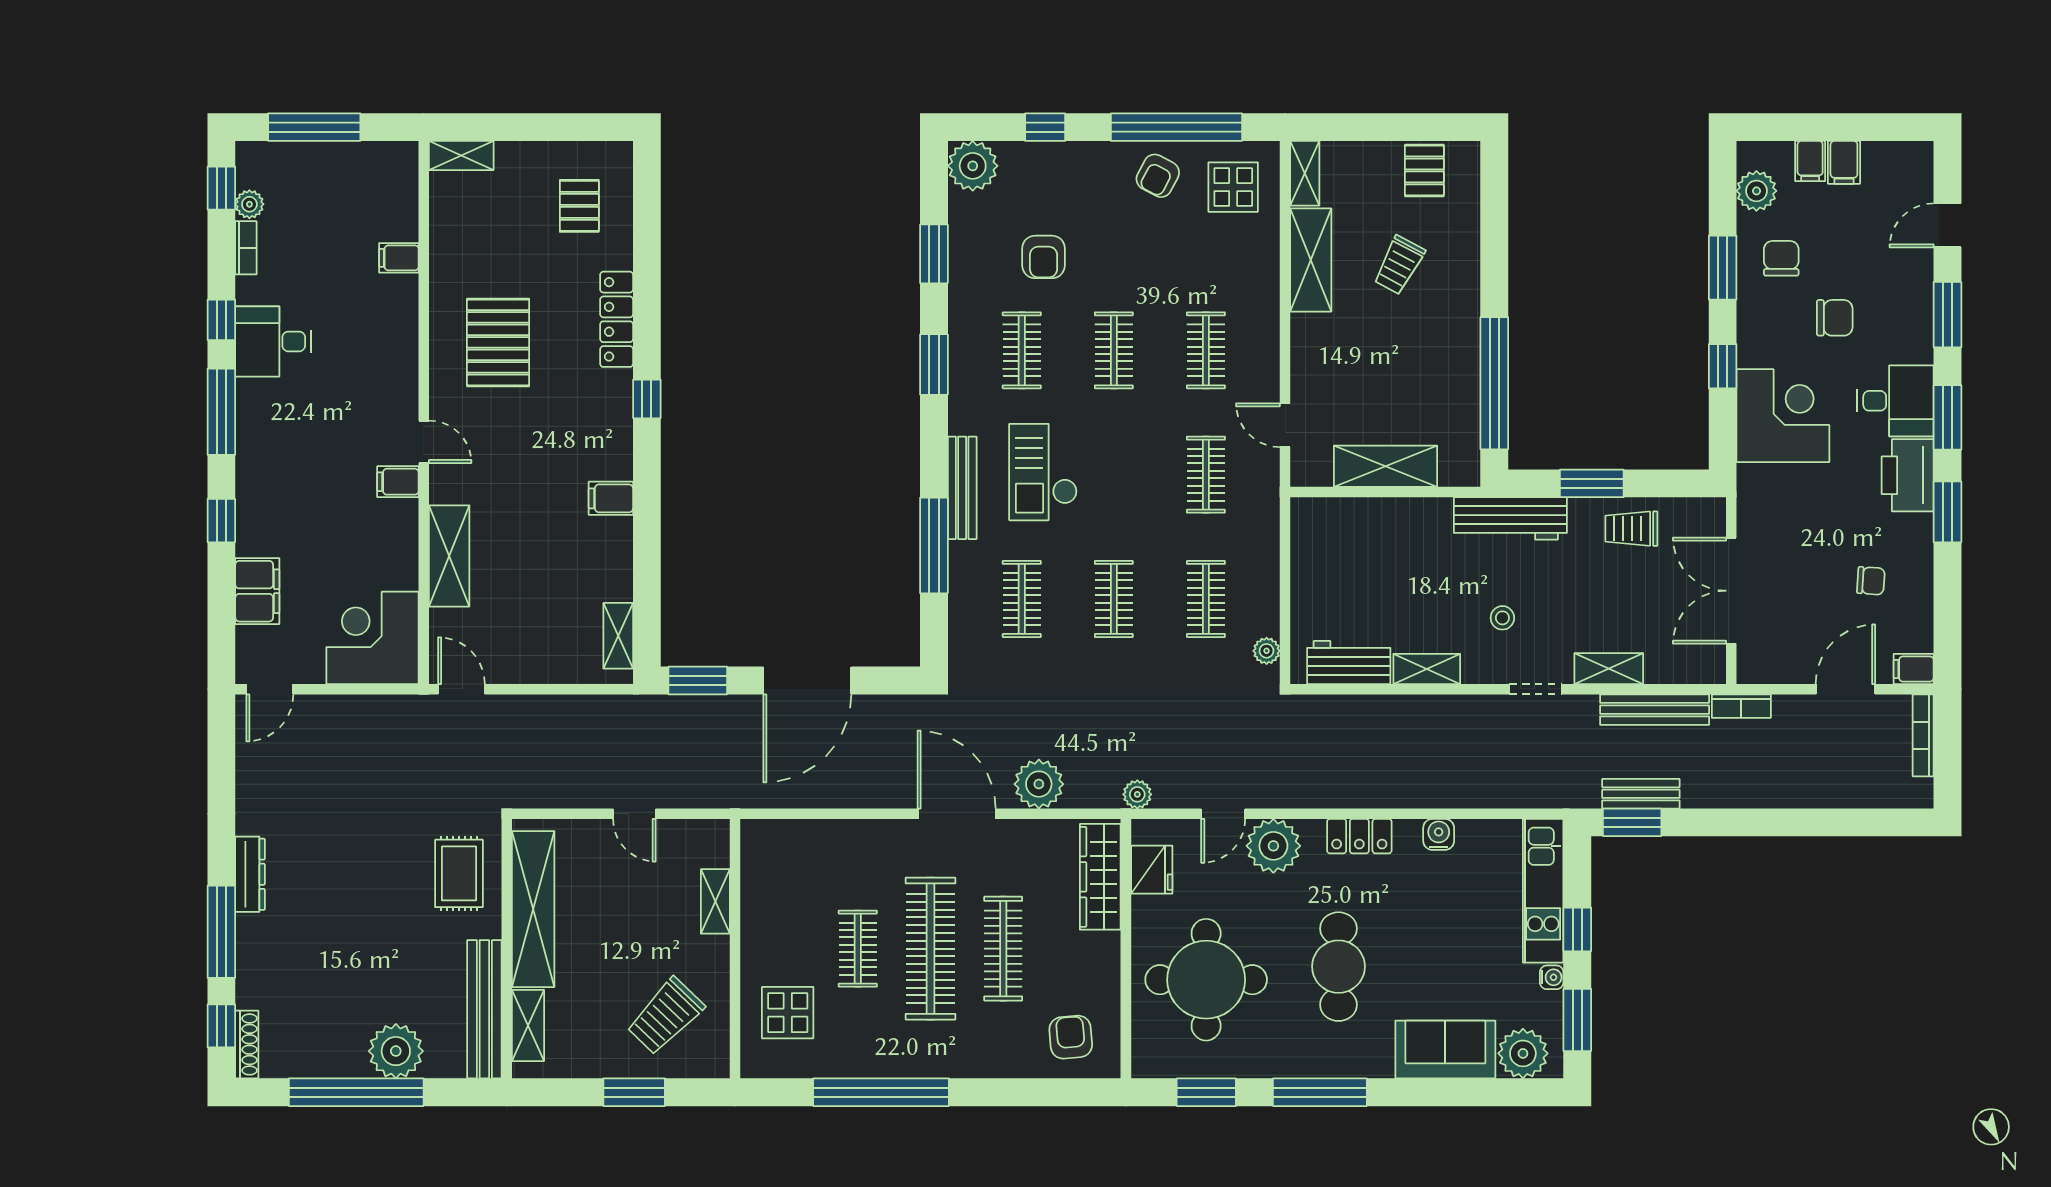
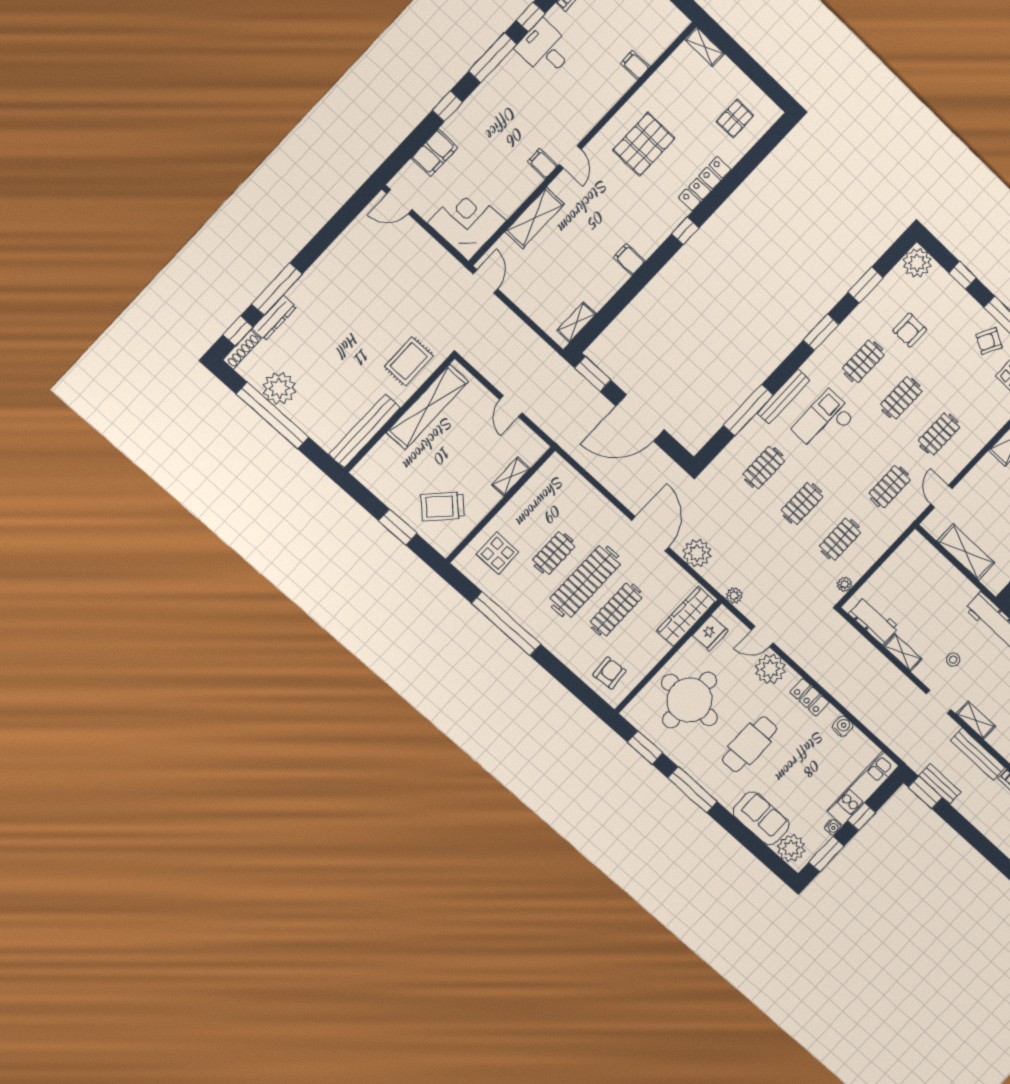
dresser: (250, 874) -> (274, 318), moved
shelving: (528, 1025) -> (378, 456), removed
plant: (396, 1051) -> (279, 388), moved

